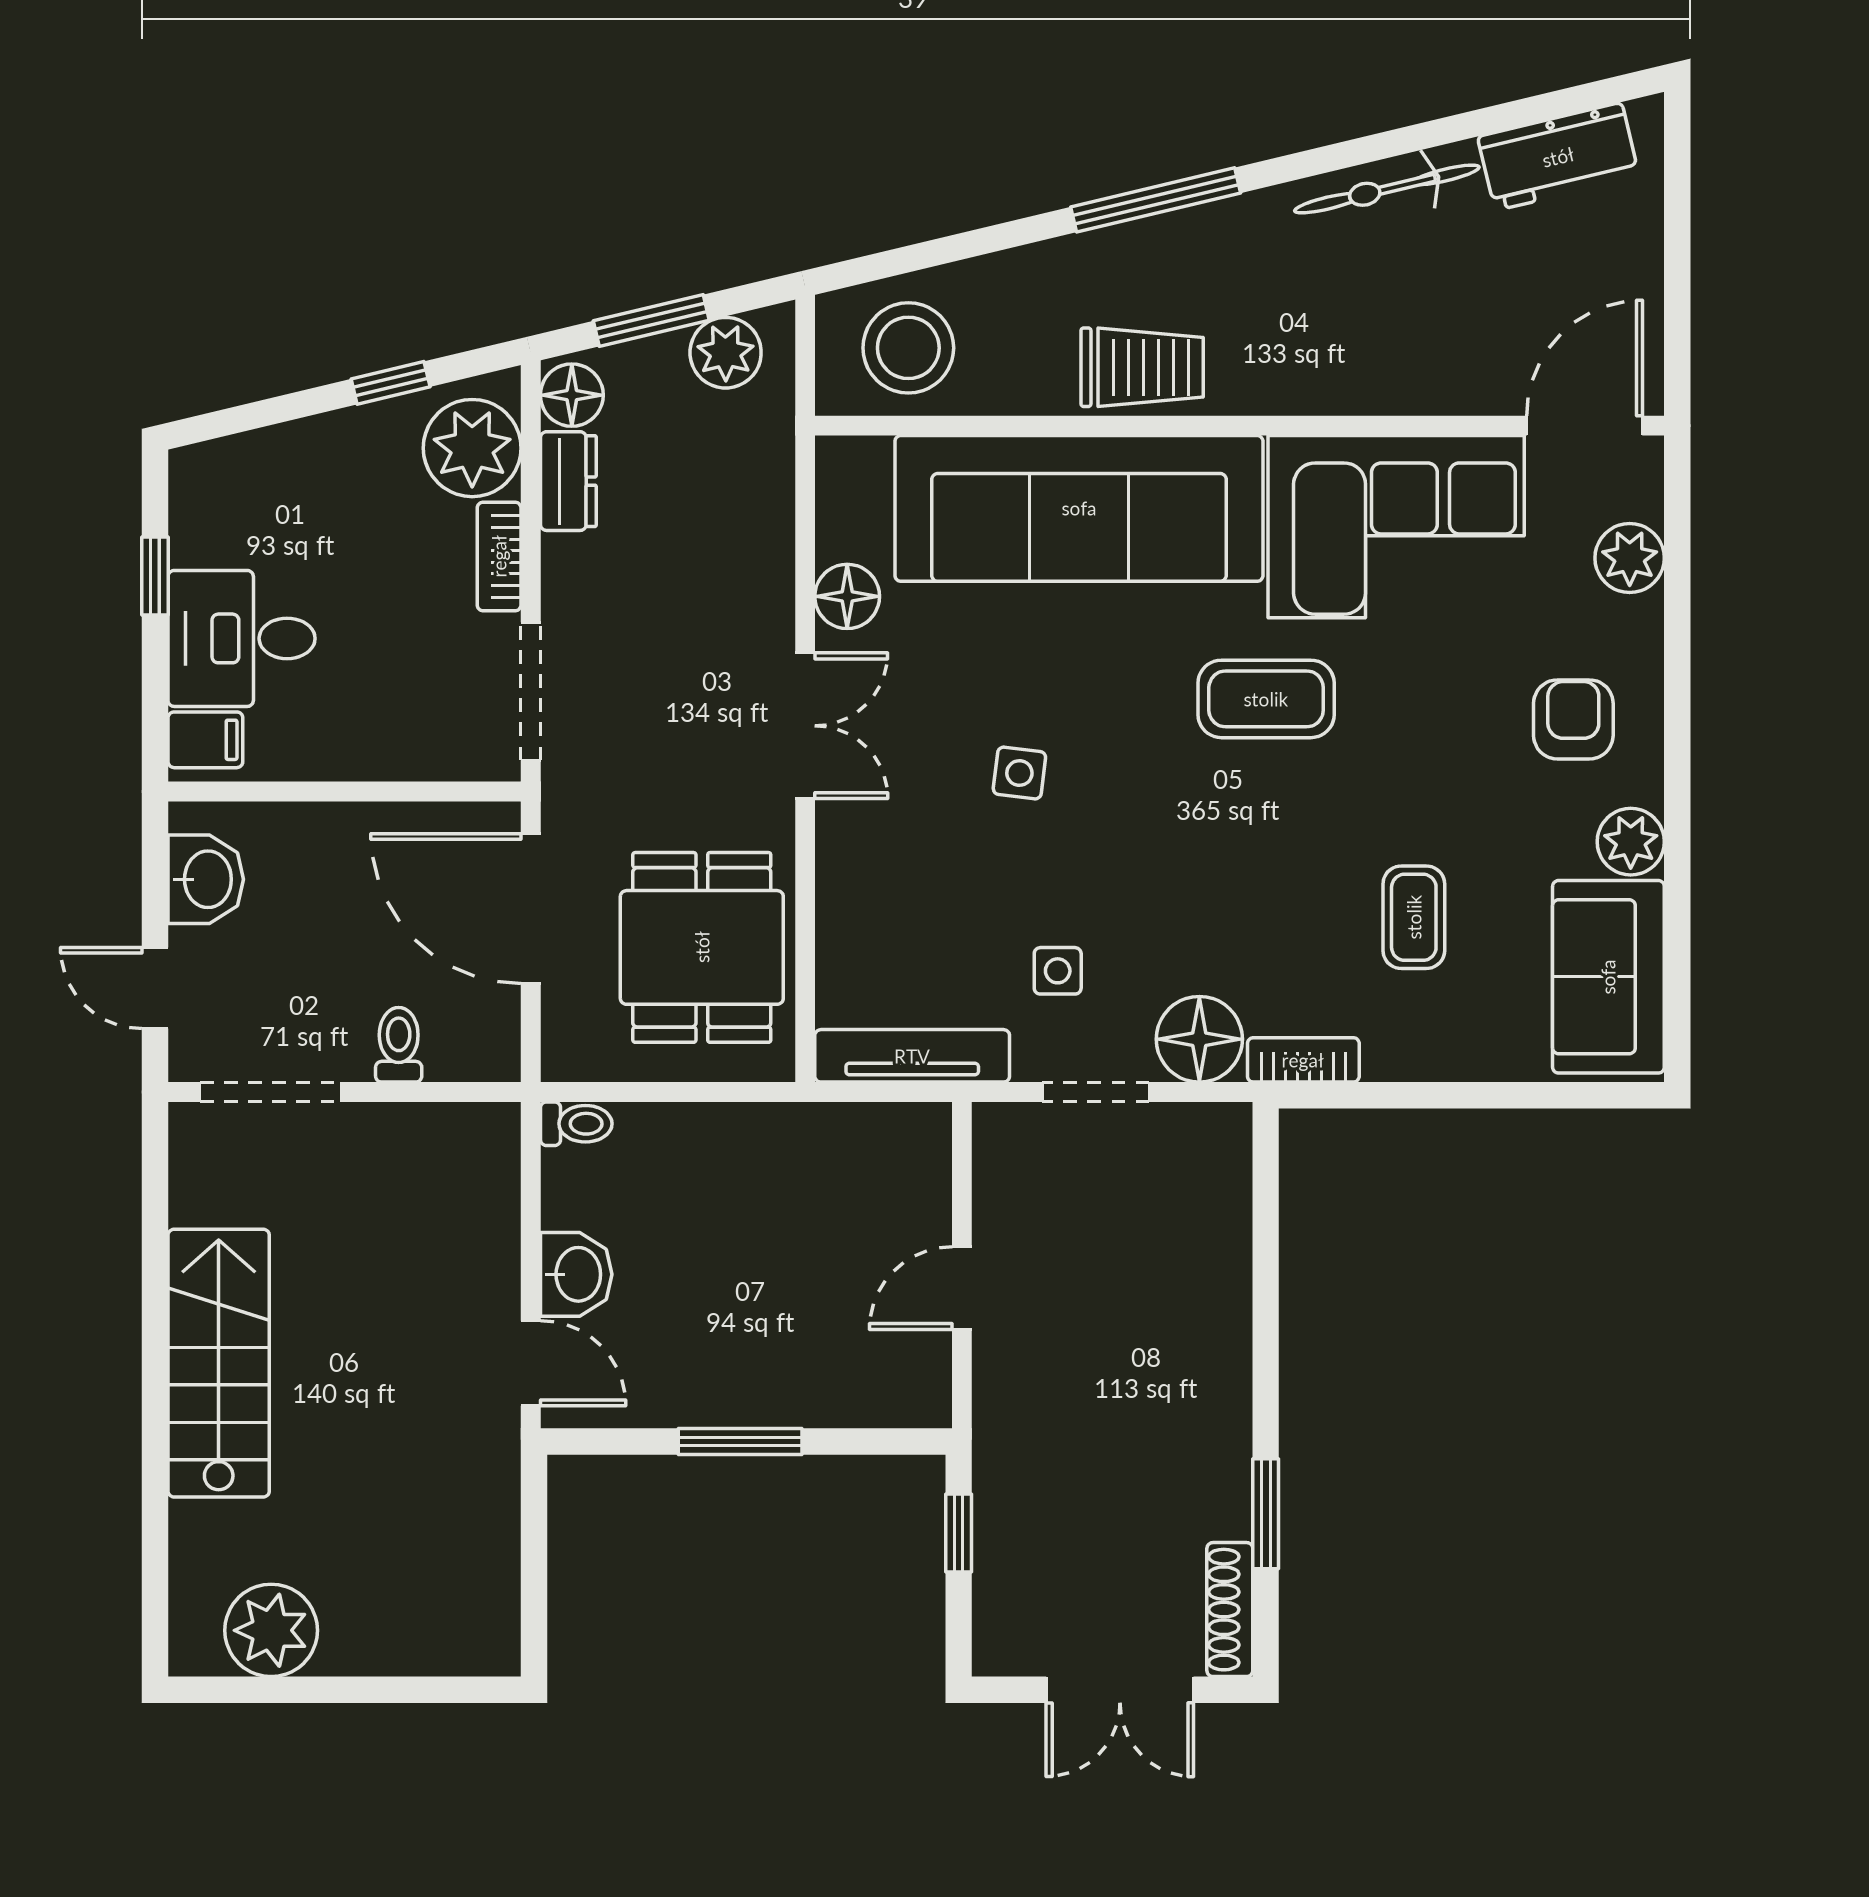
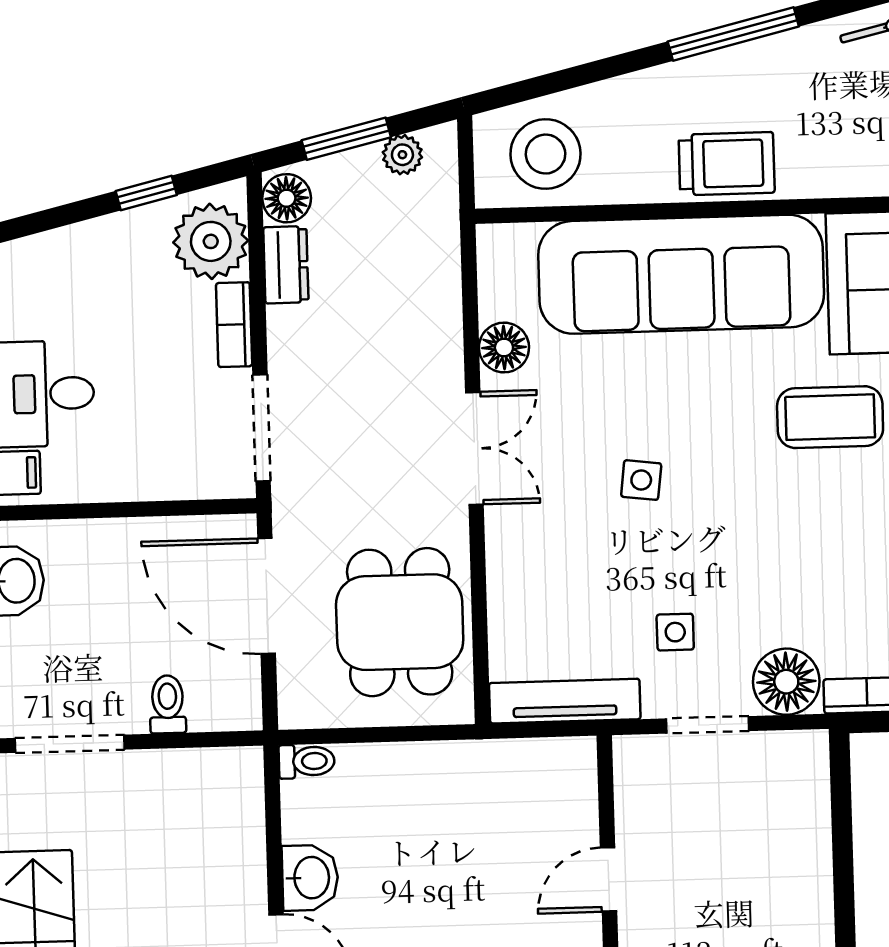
plant: (726, 353) -> (402, 155), width x0.73, depth x0.73

